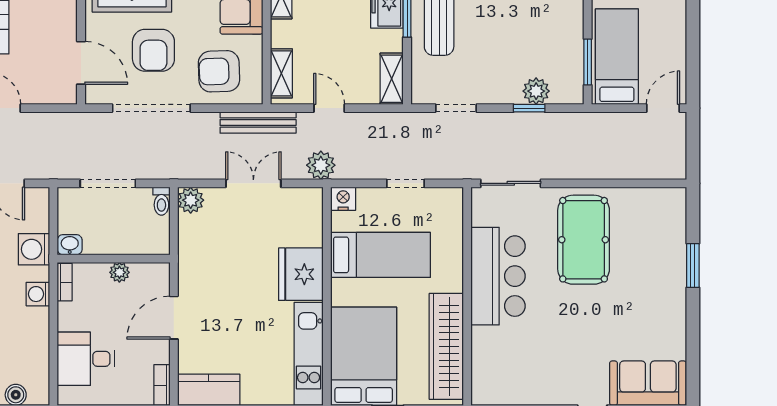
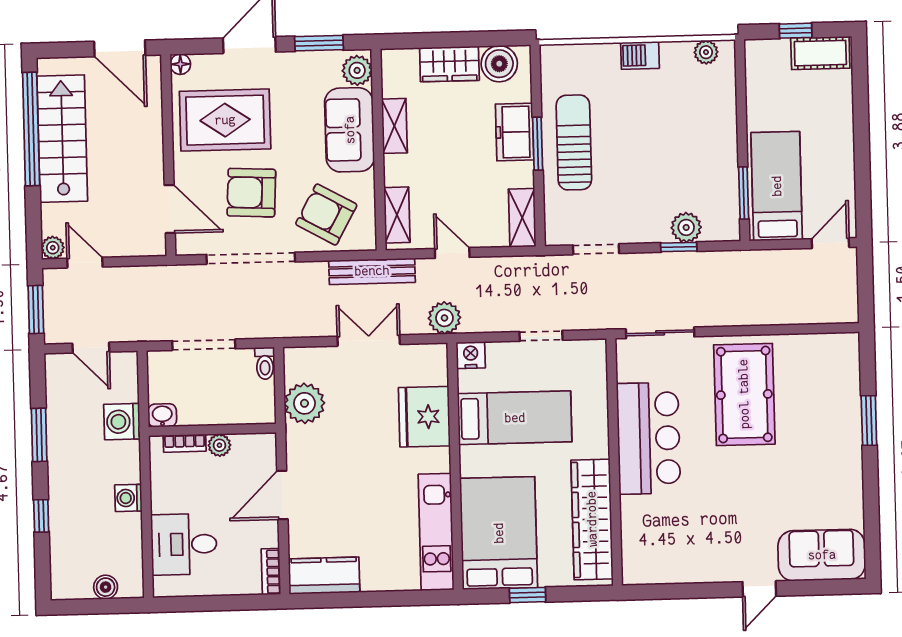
armchair: (153, 50) -> (251, 193), turned 93
armchair: (219, 71) -> (326, 214), turned 31
plant: (191, 200) -> (304, 403), moved, width x1.36, depth x1.36
fridge: (301, 274) -> (424, 417), moved
bookcase: (65, 282) -> (185, 443), moved, turned 90
washing machine: (38, 294) -> (128, 498), moved

